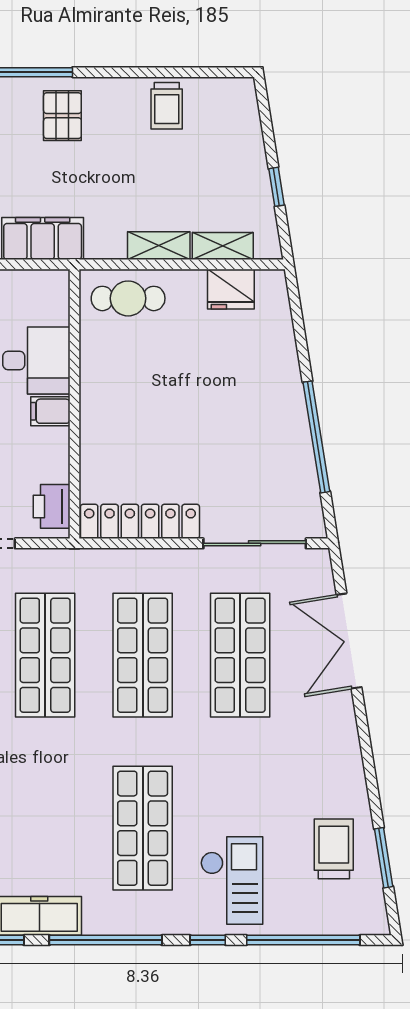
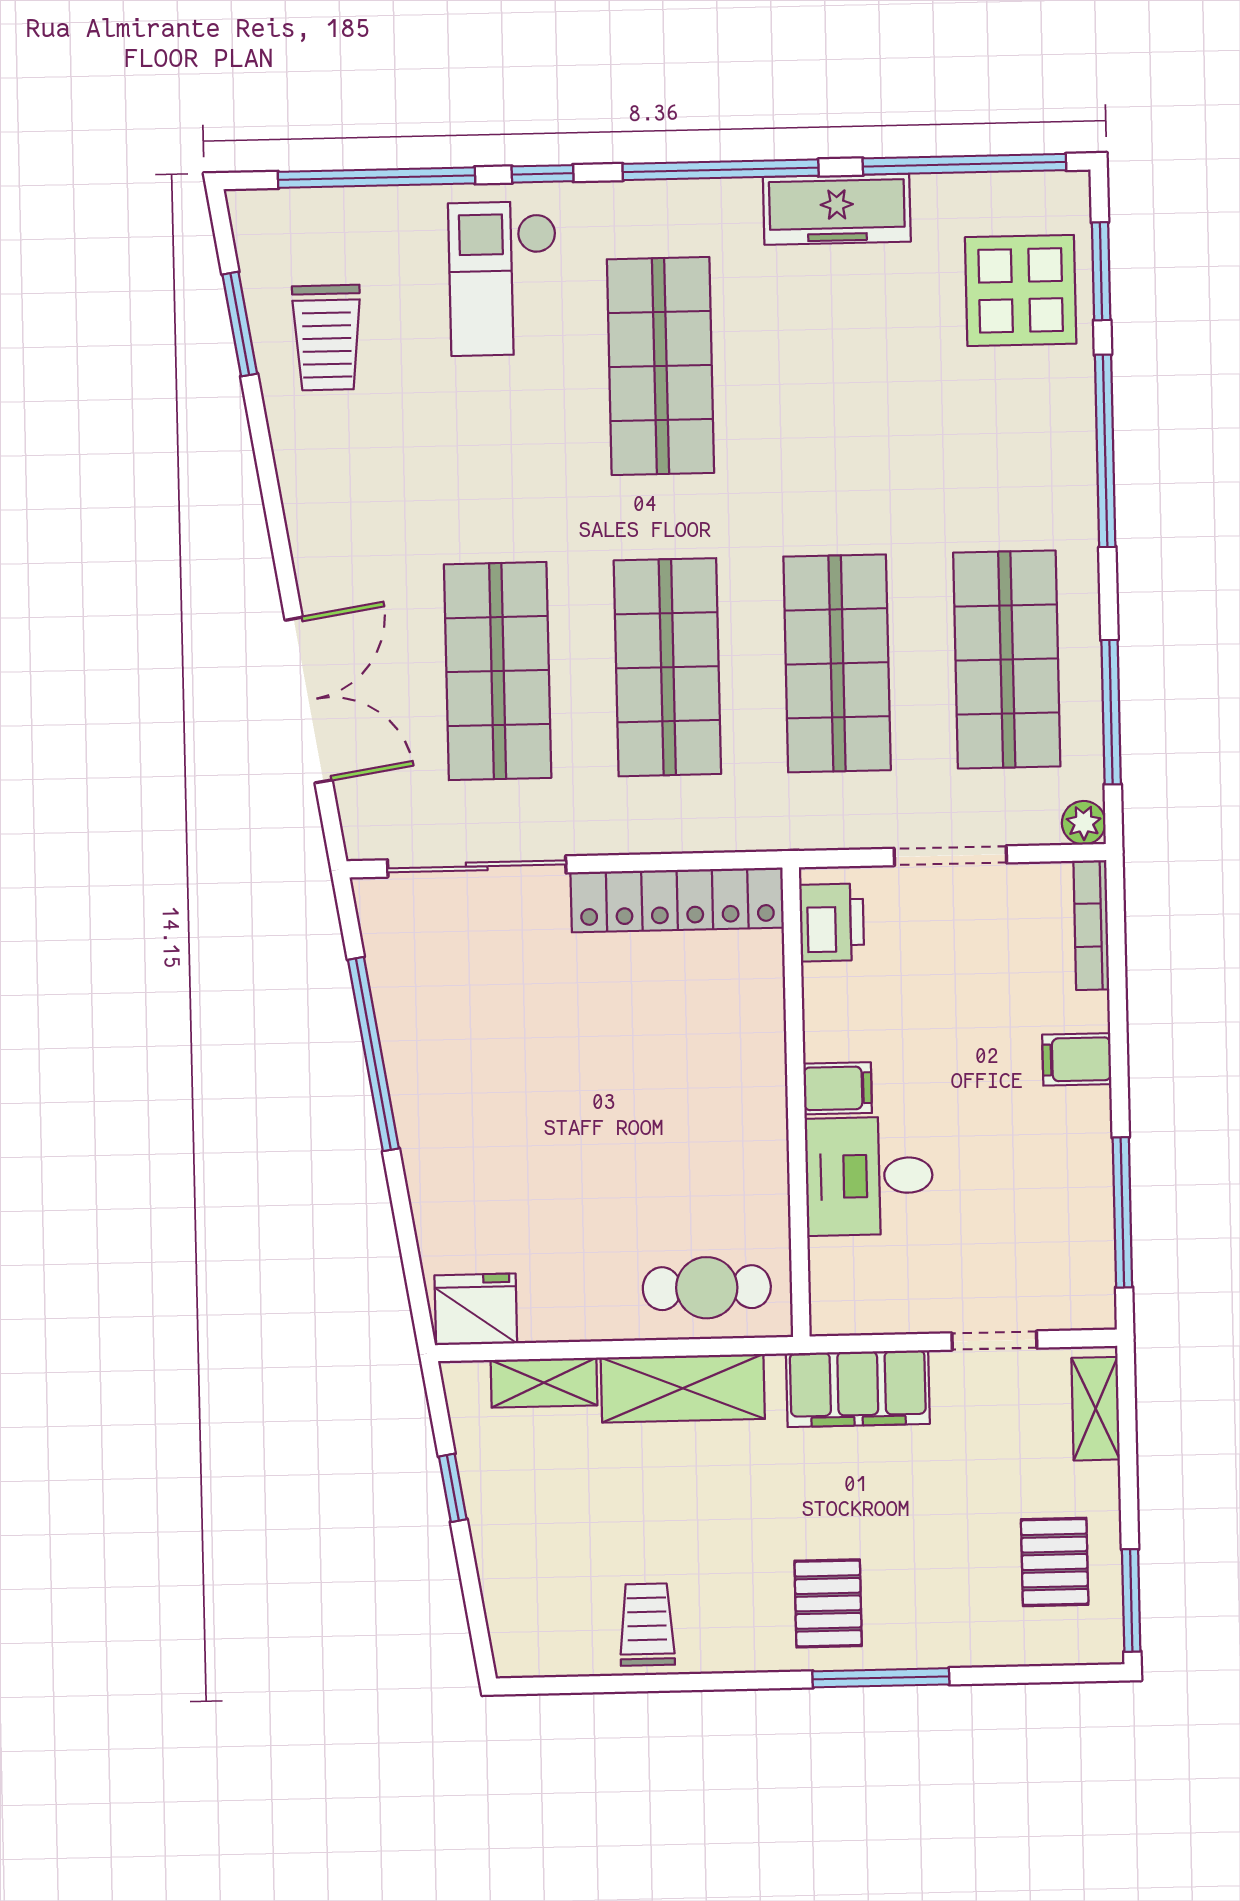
shelving: (159, 246) -> (683, 1388), width x1.50, depth x1.33
fridge: (231, 289) -> (476, 1309), moved

